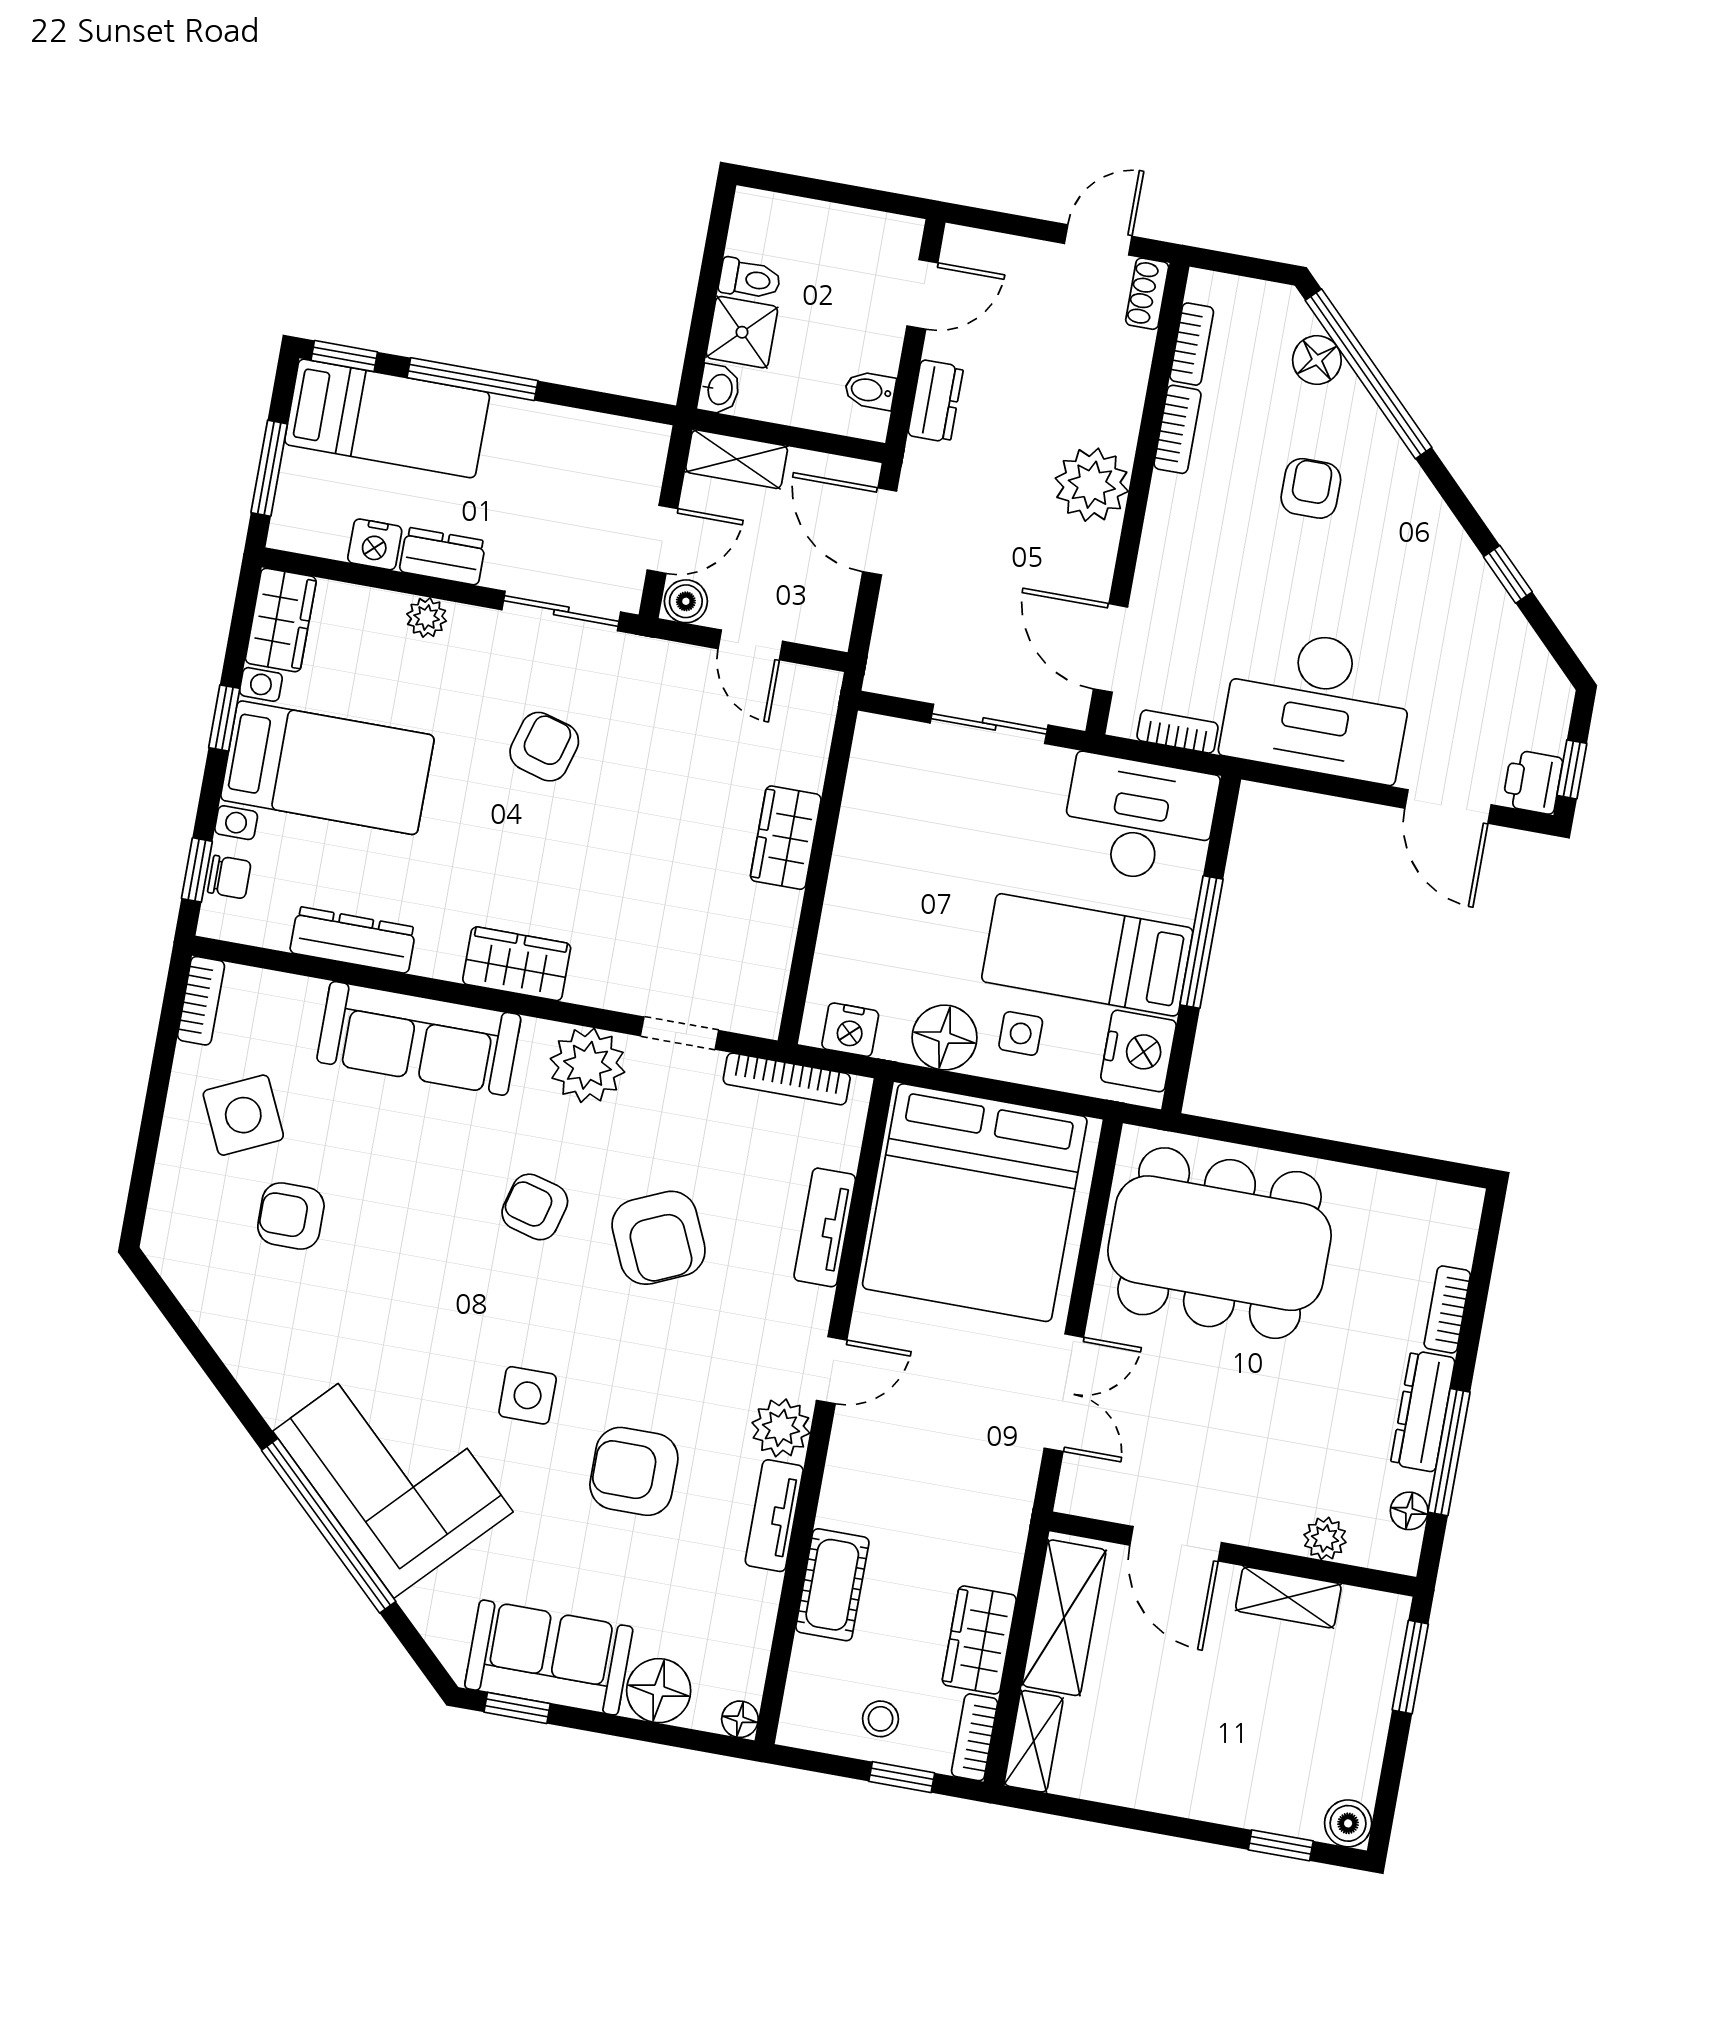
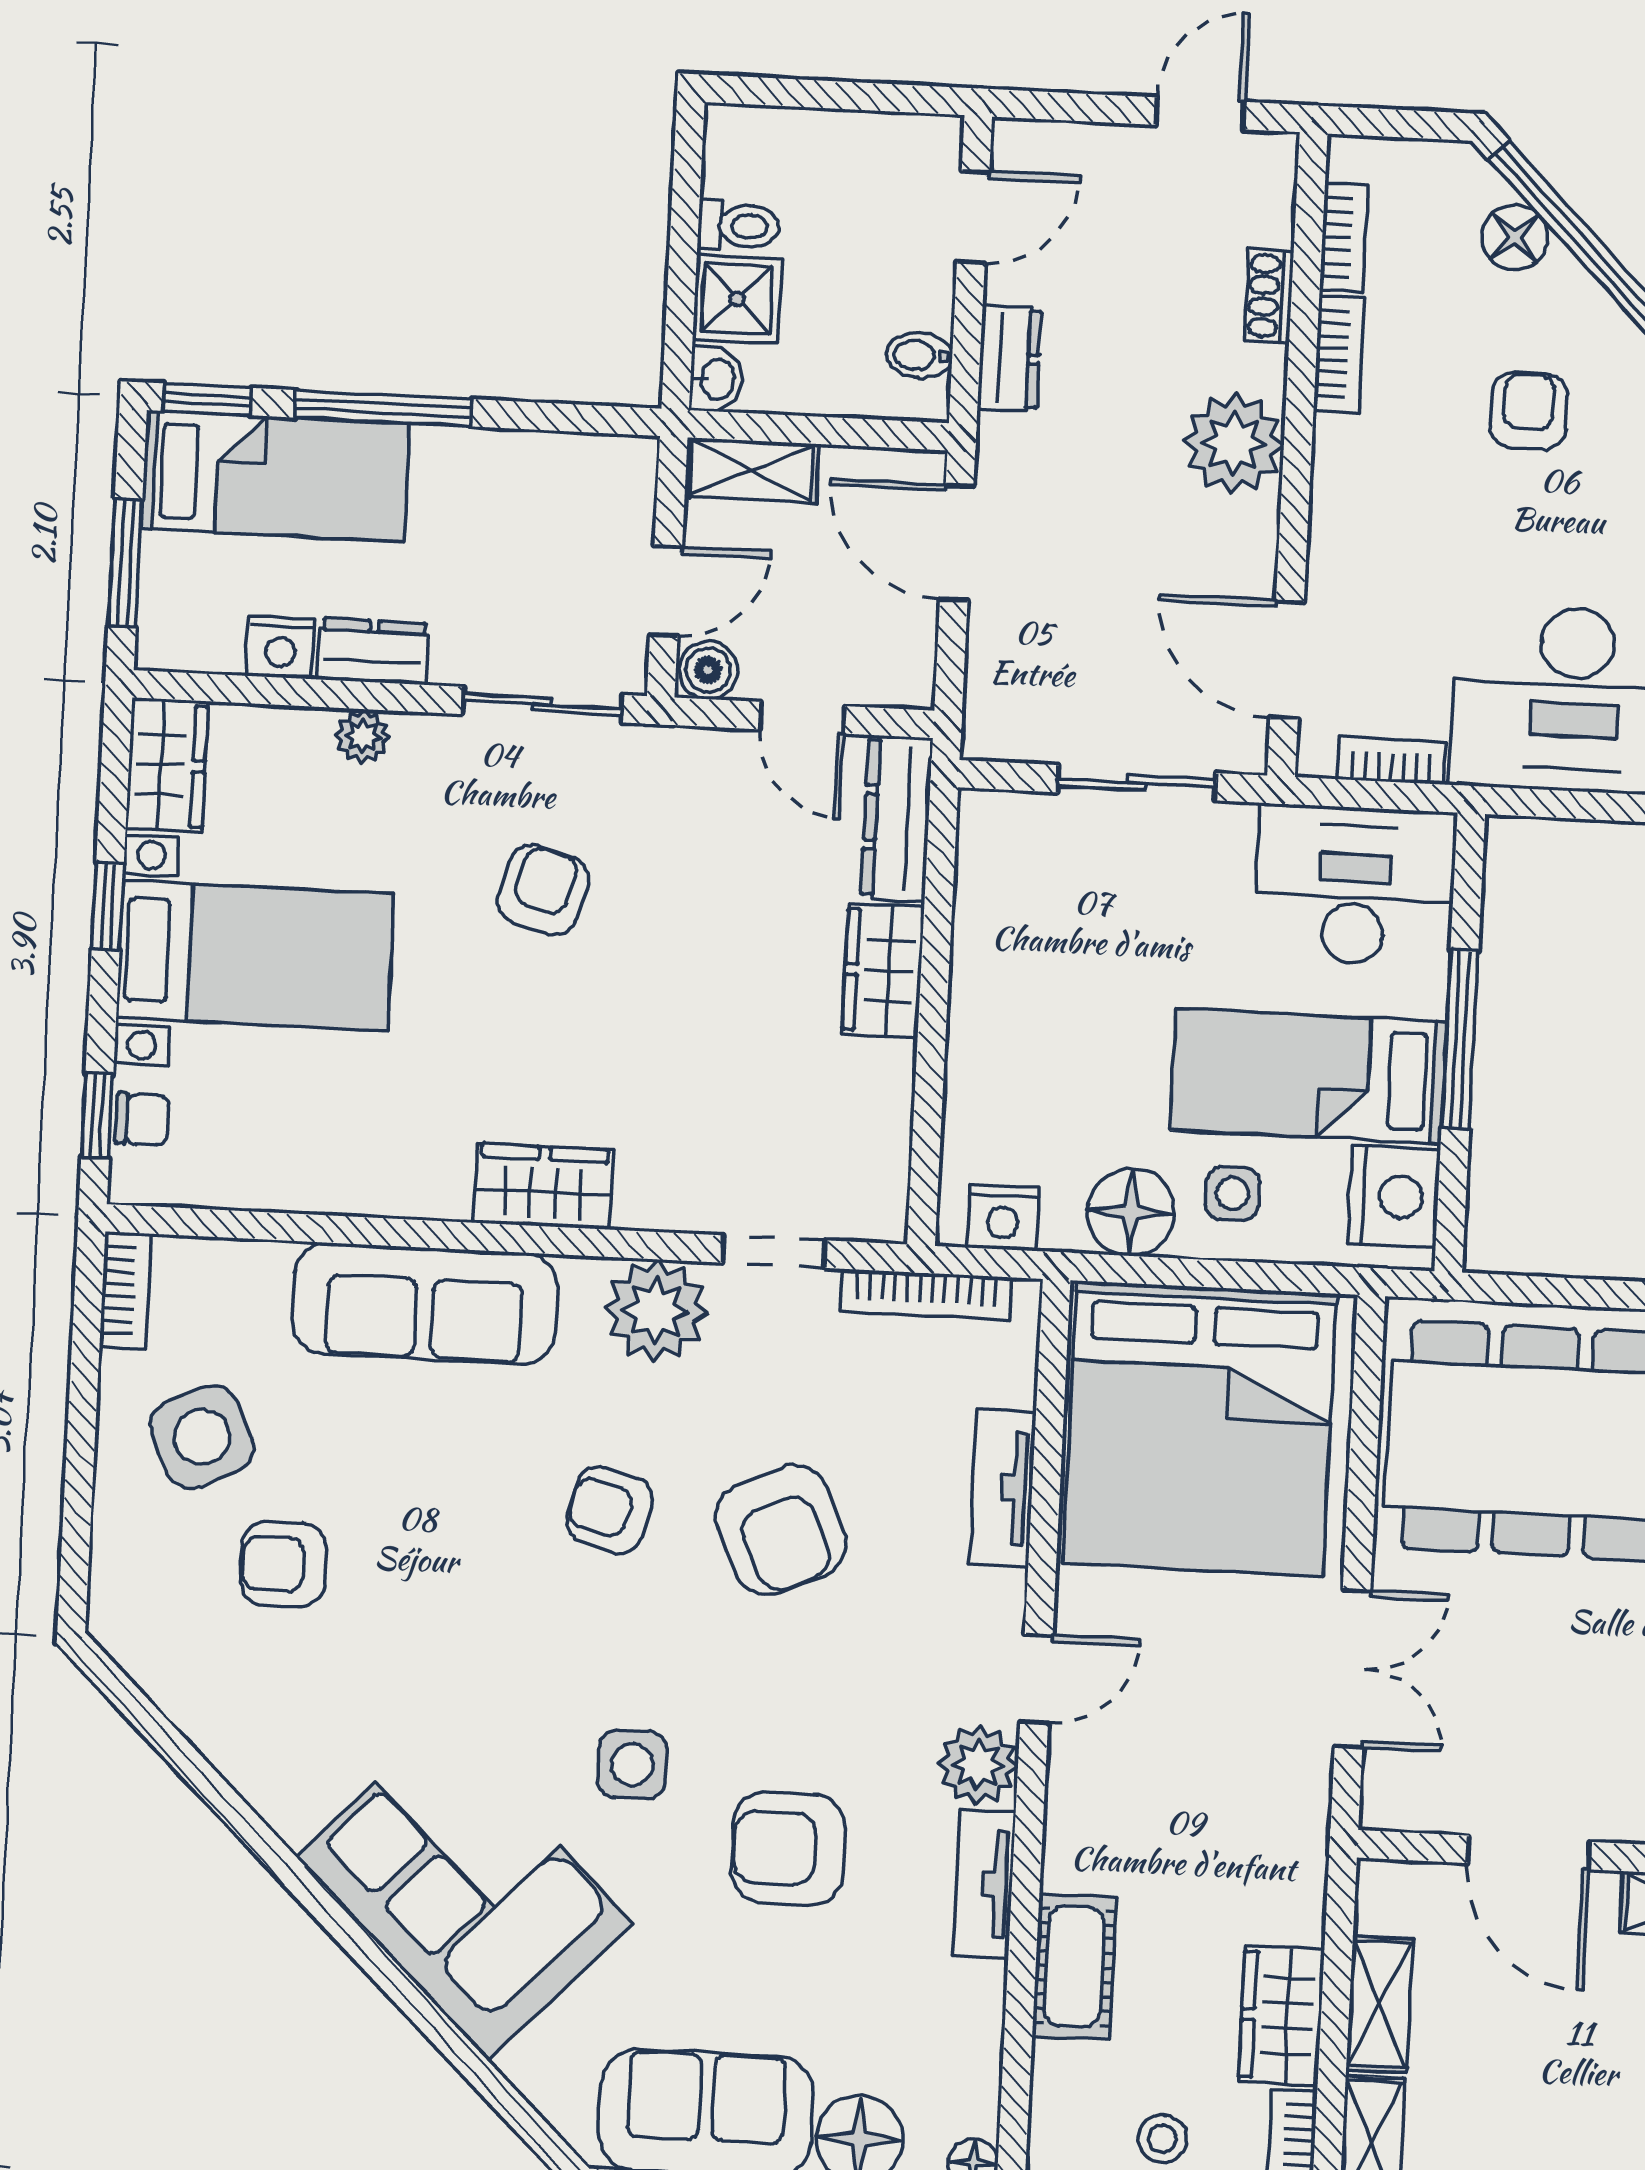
shoe rack: (1147, 294) -> (1269, 296), moved
dresser: (353, 940) -> (897, 818), moved, turned -90
window: (329, 1526) -> (387, 1974), removed
shelving: (1064, 1618) -> (1380, 2004), width x0.67, depth x0.75

